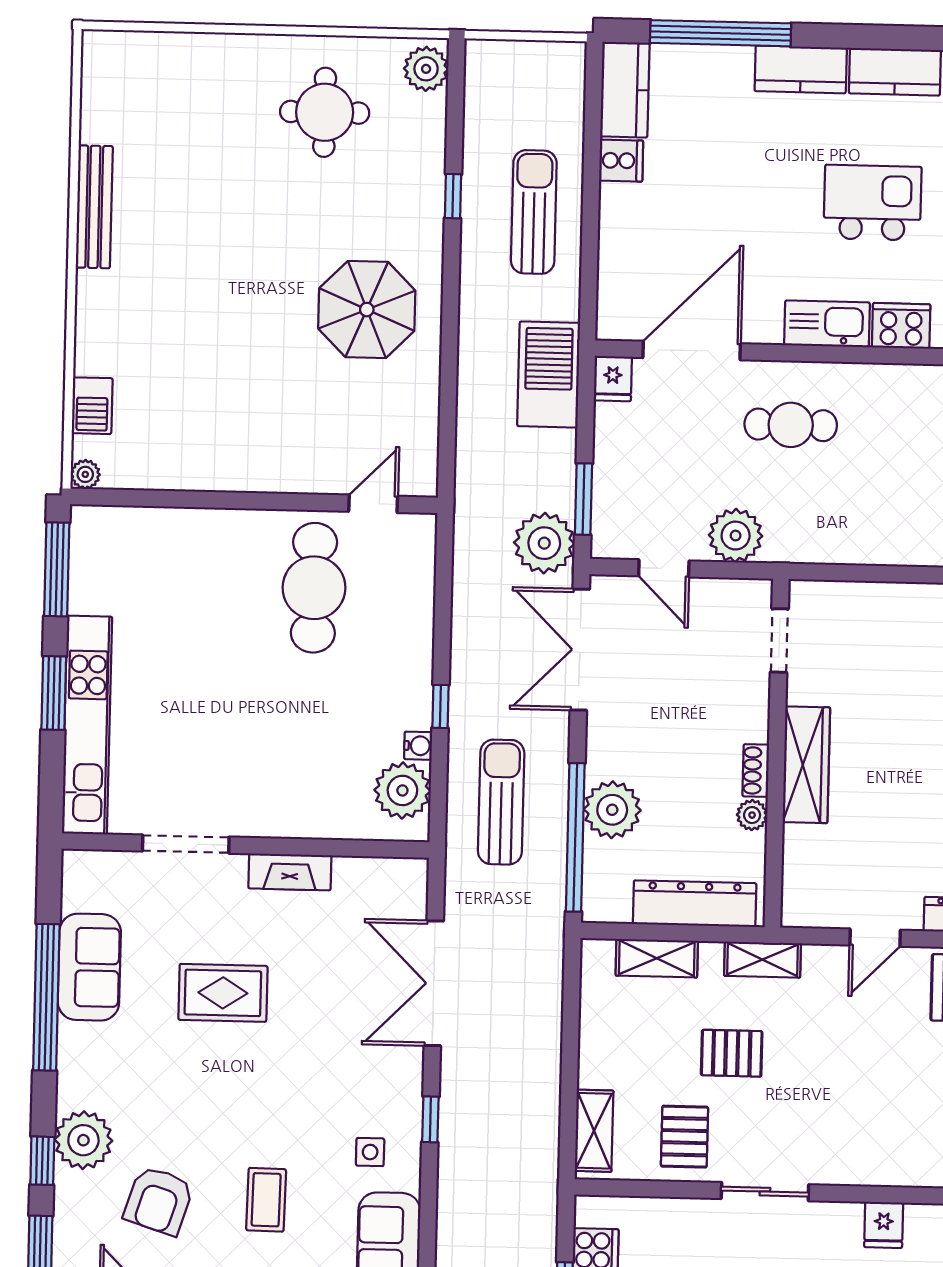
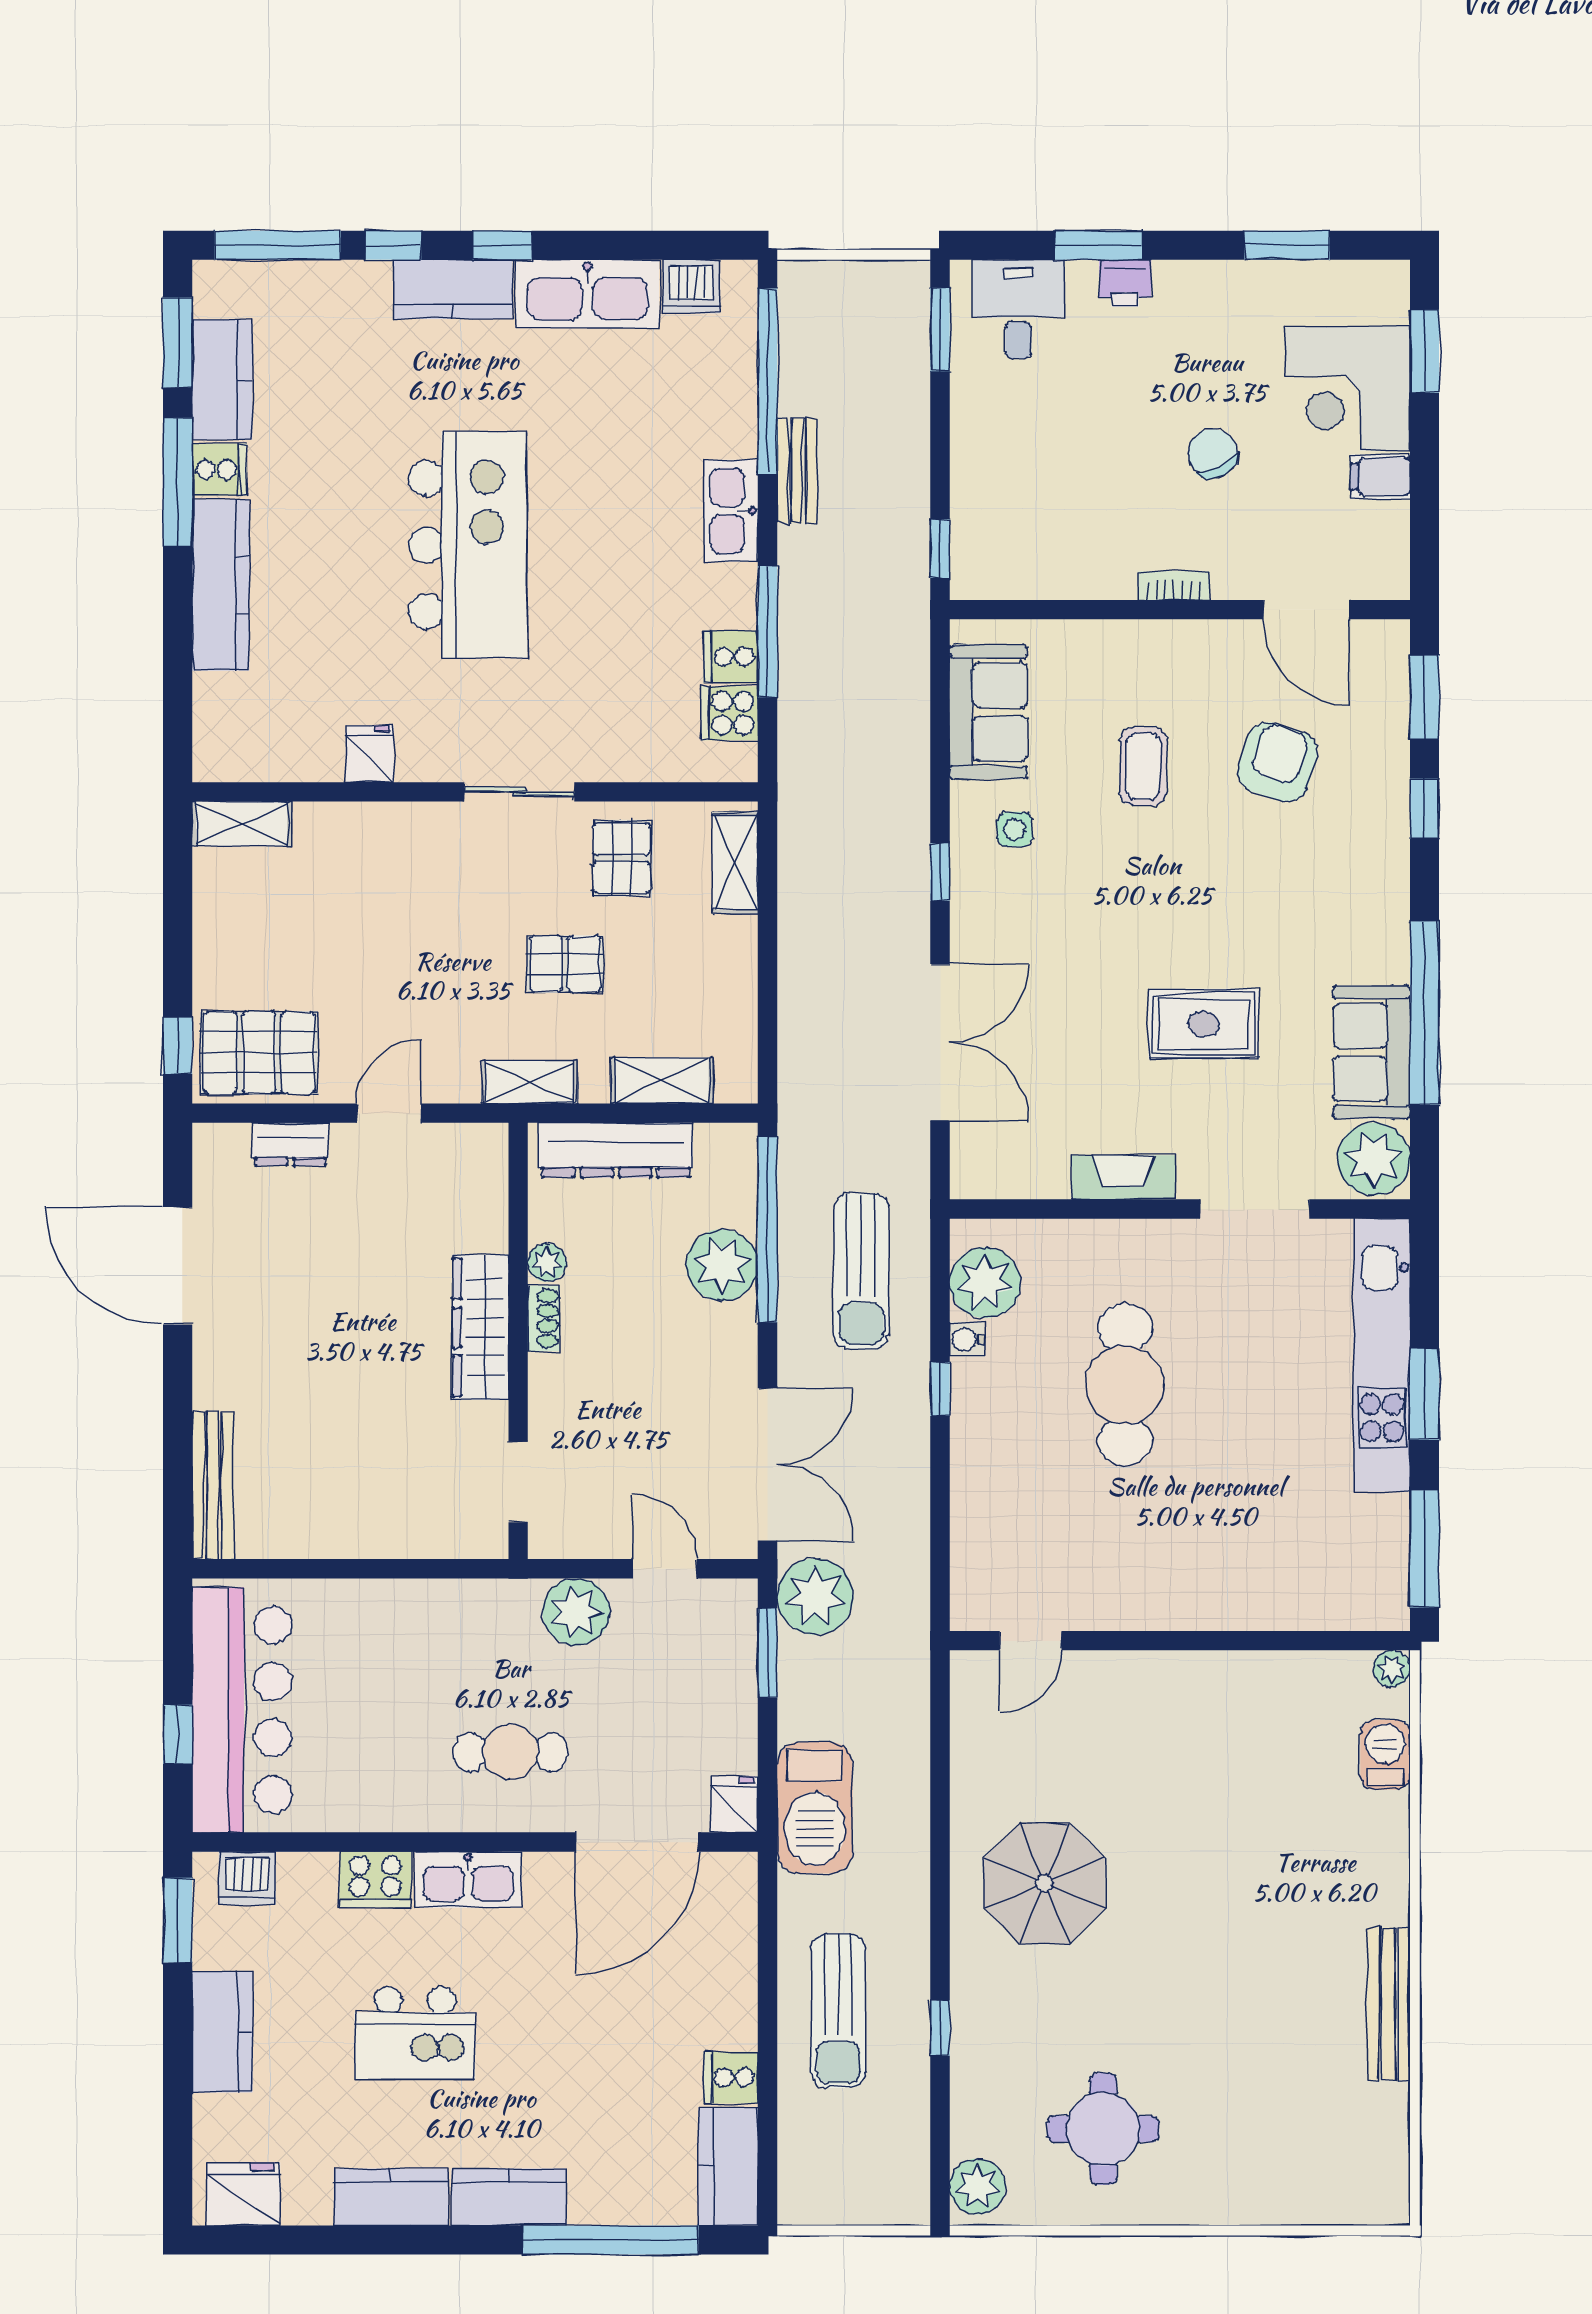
cafe table: (314, 588) -> (1125, 1385), moved
plant: (83, 1140) -> (1374, 1159), moved

